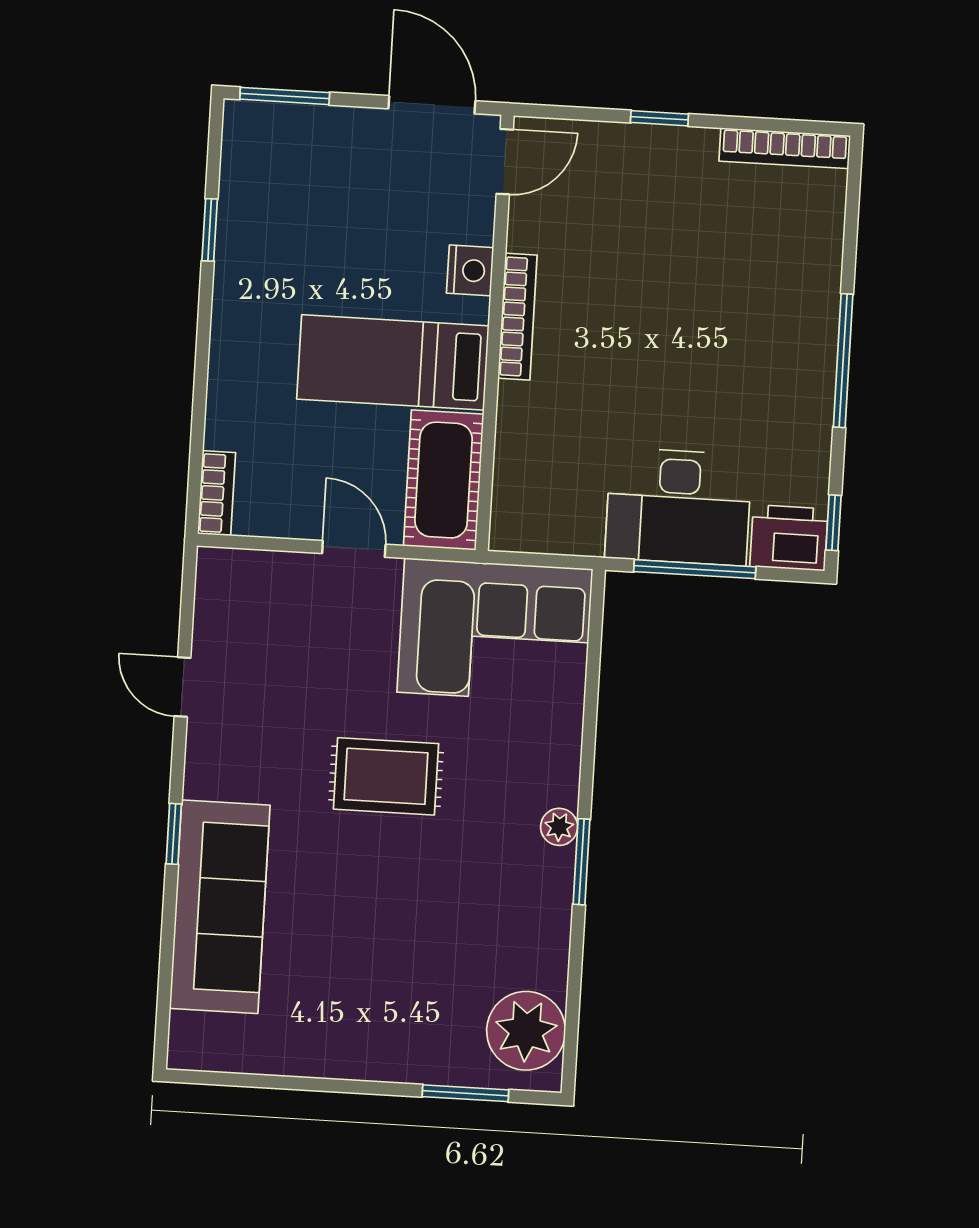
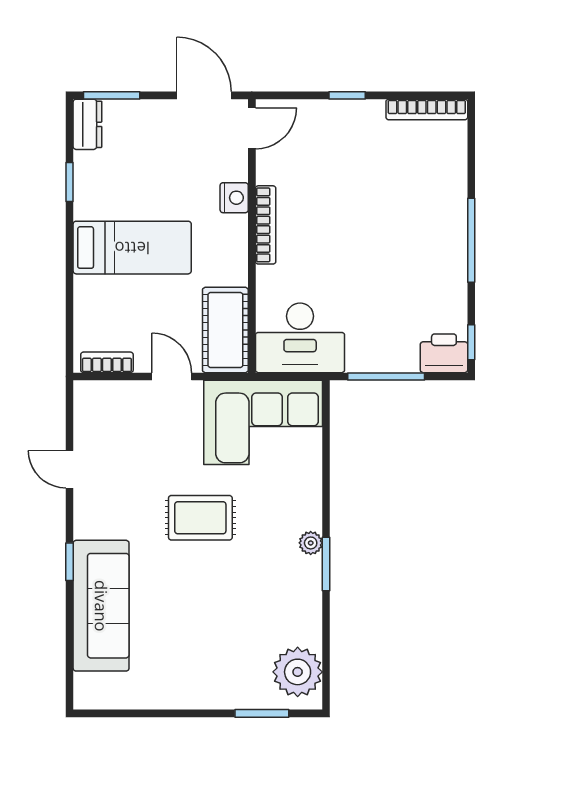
dresser: (244, 140) -> (87, 124), added
bed: (393, 362) -> (132, 248), moved, turned 180
bookcase: (217, 493) -> (107, 362), moved, turned -90
desk: (678, 507) -> (300, 338), moved

